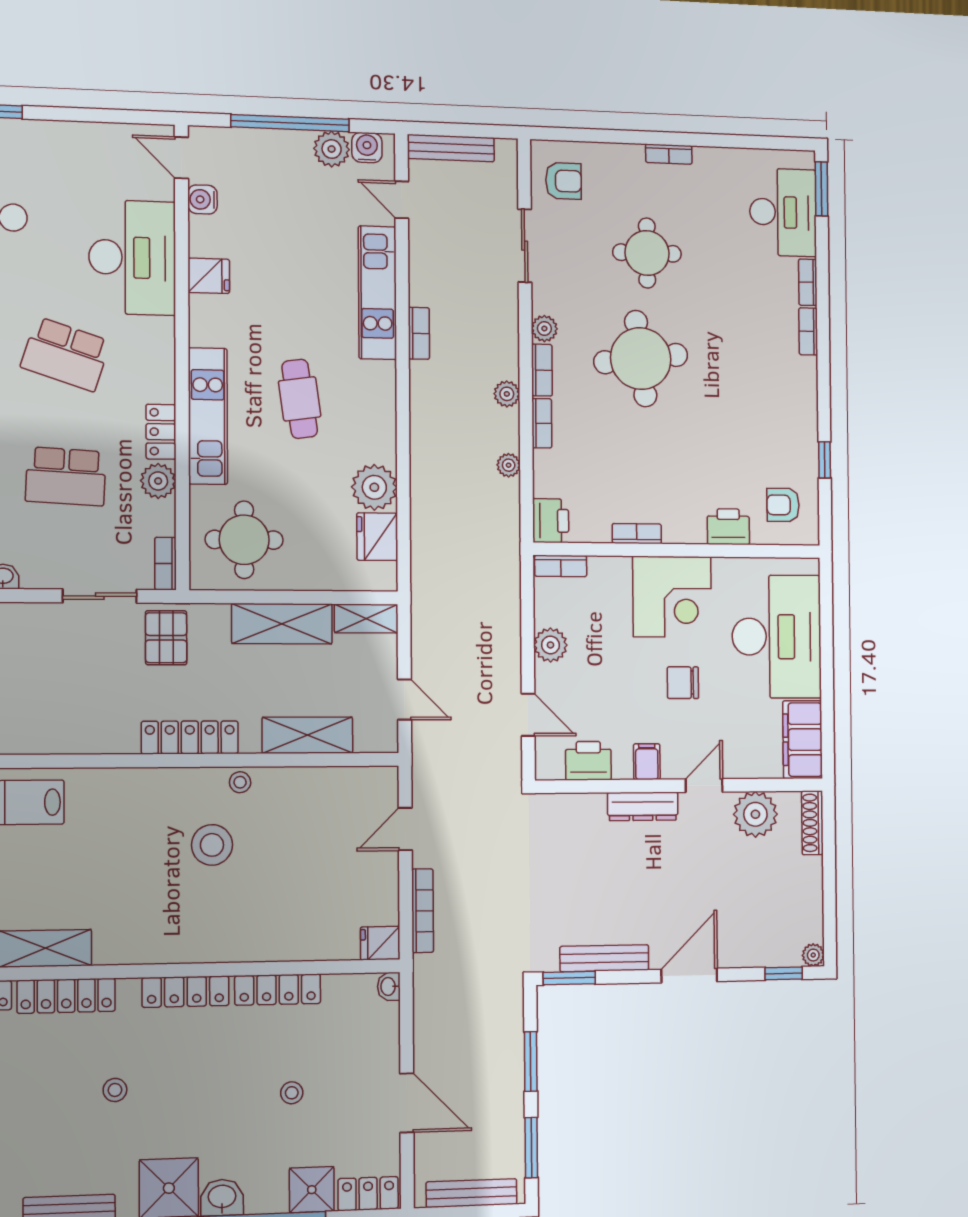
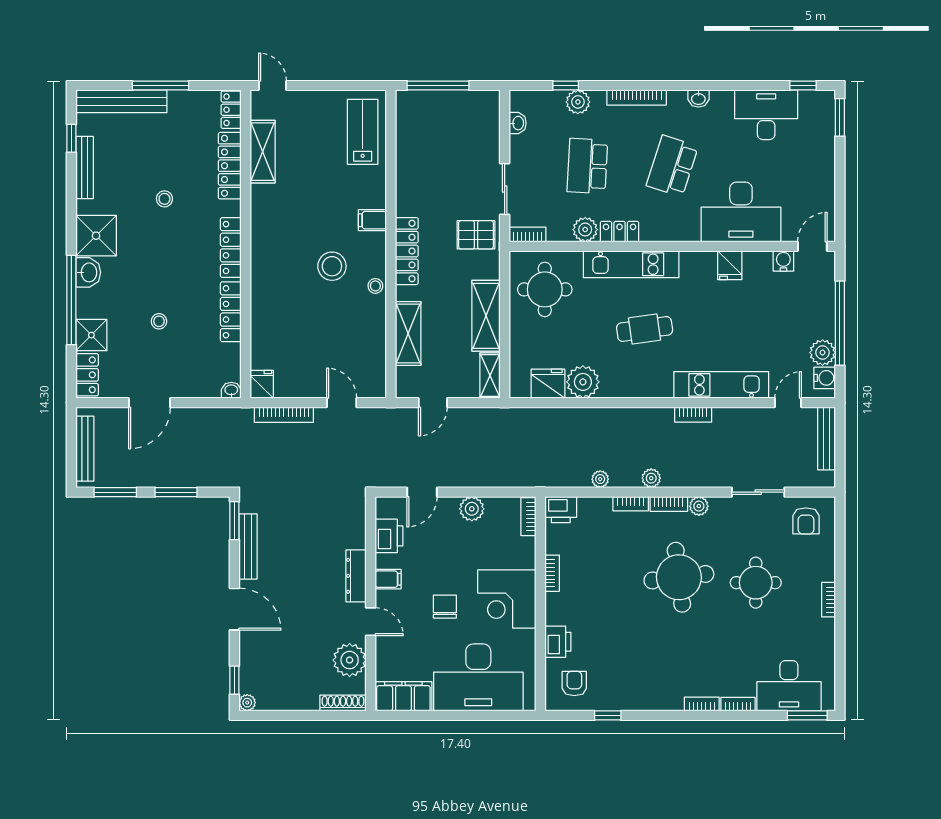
filing cabinet: (145, 787) -> (372, 220), added

